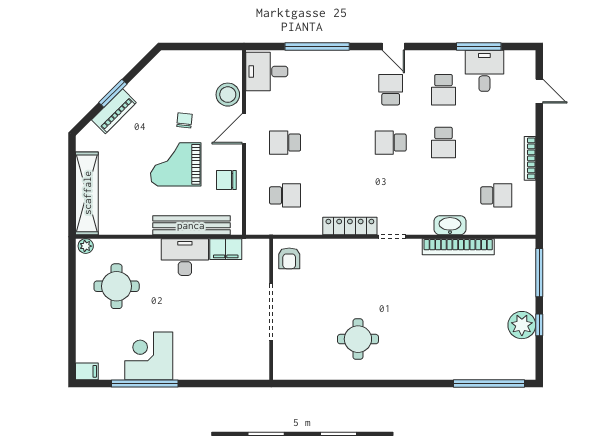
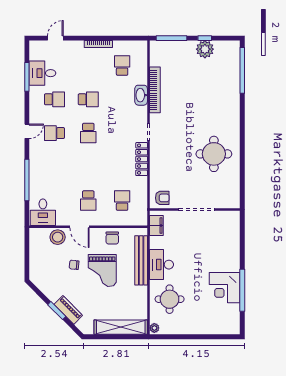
filing cabinet: (226, 249) -> (156, 226), moved
round table: (117, 286) -> (170, 299), moved
round table: (358, 339) -> (214, 154), width x1.36, depth x1.36
filing cabinet: (87, 371) -> (234, 327), removed

